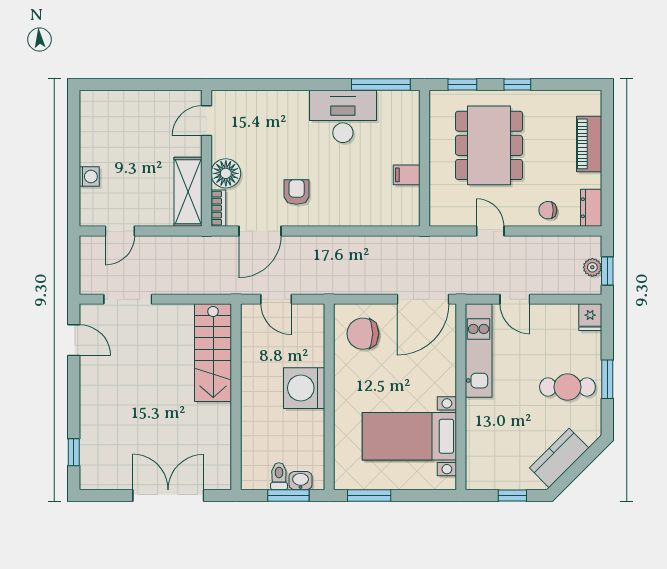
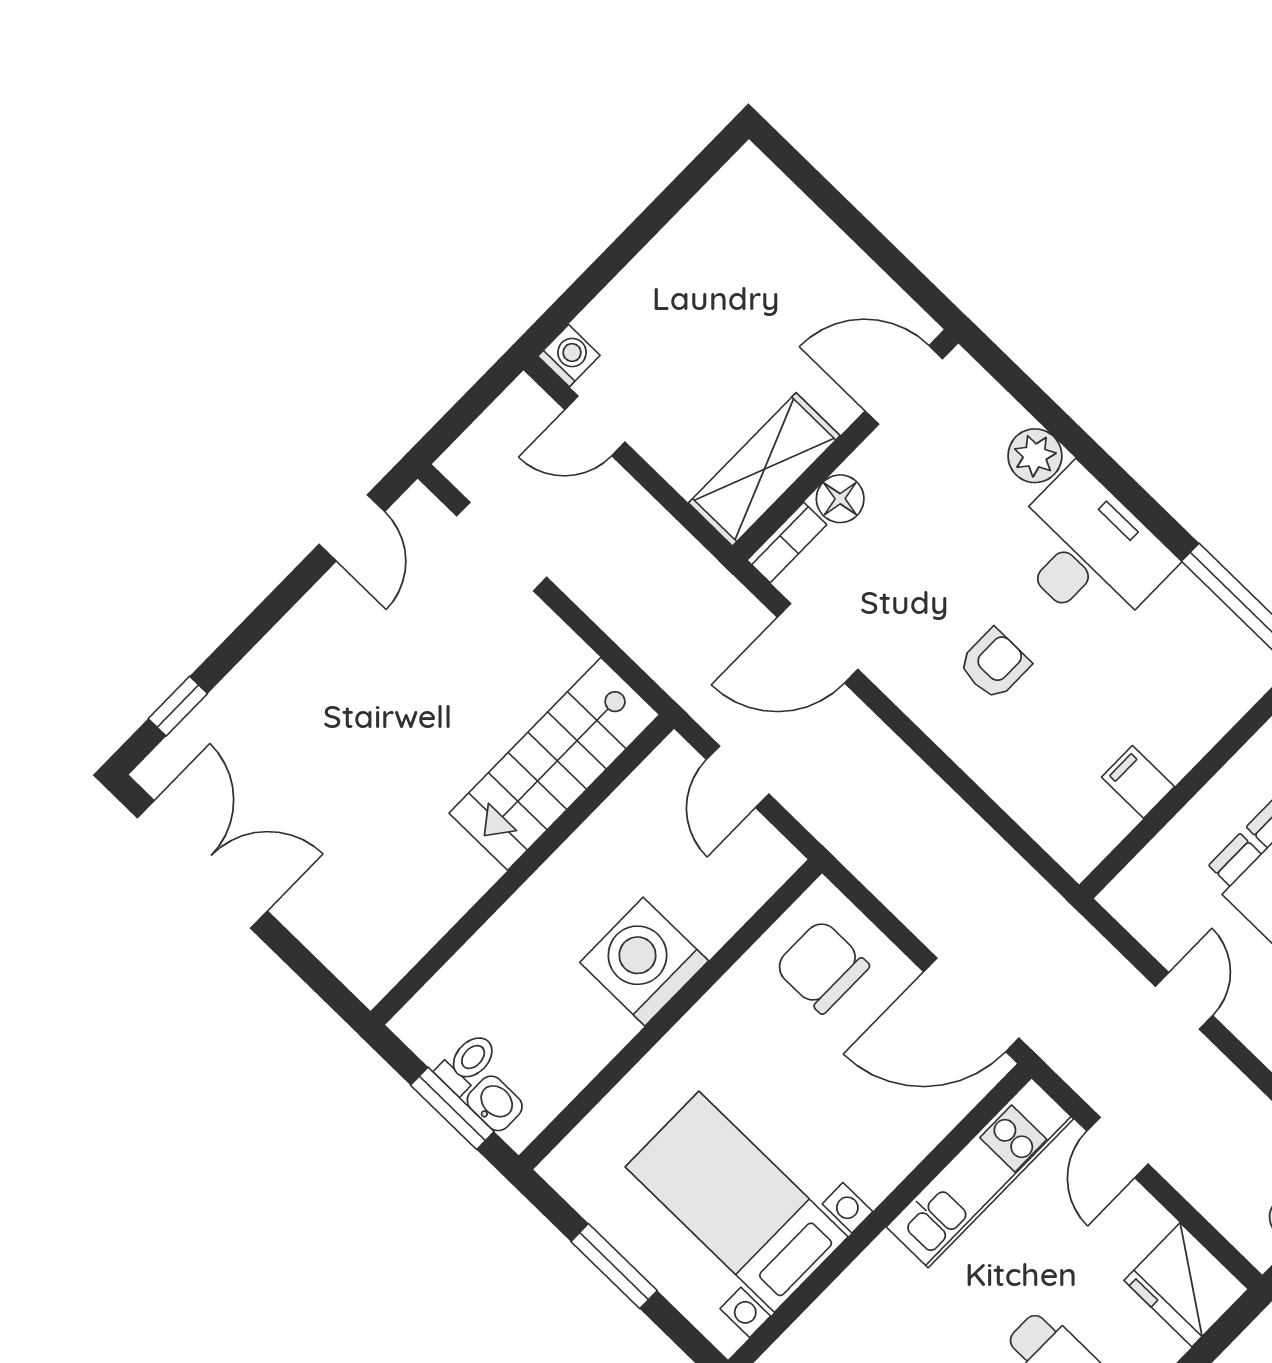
plant: (271, 102) -> (1035, 456), added
desk: (343, 116) -> (1088, 552), moved
door: (207, 121) -> (904, 385), width x1.38
floor lamp: (226, 173) -> (840, 499), width x0.73, depth x0.73
washing machine: (89, 177) -> (569, 356), moved, turned -90
armchair: (297, 192) -> (994, 664), moved
fridge: (590, 317) -> (1186, 1285), width x1.88, depth x1.34
double door: (168, 495) -> (202, 864), moved
window: (369, 495) -> (614, 1266), moved

